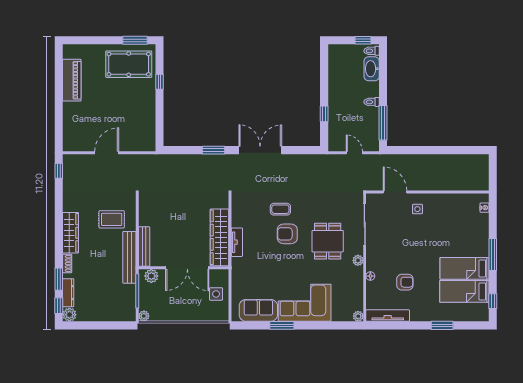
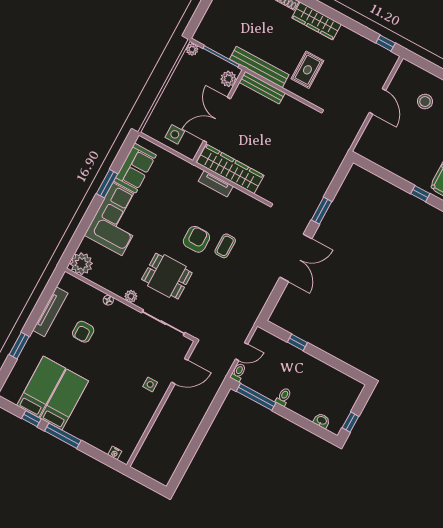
toilet: (372, 51) -> (238, 372), moved
washbasin: (372, 69) -> (322, 421), width x0.52, depth x0.69
stool: (87, 116) -> (425, 102), added
window: (493, 301) -> (31, 419), moved
plant: (358, 316) -> (81, 264), width x1.88, depth x1.88
tv unit: (388, 316) -> (50, 312), moved

